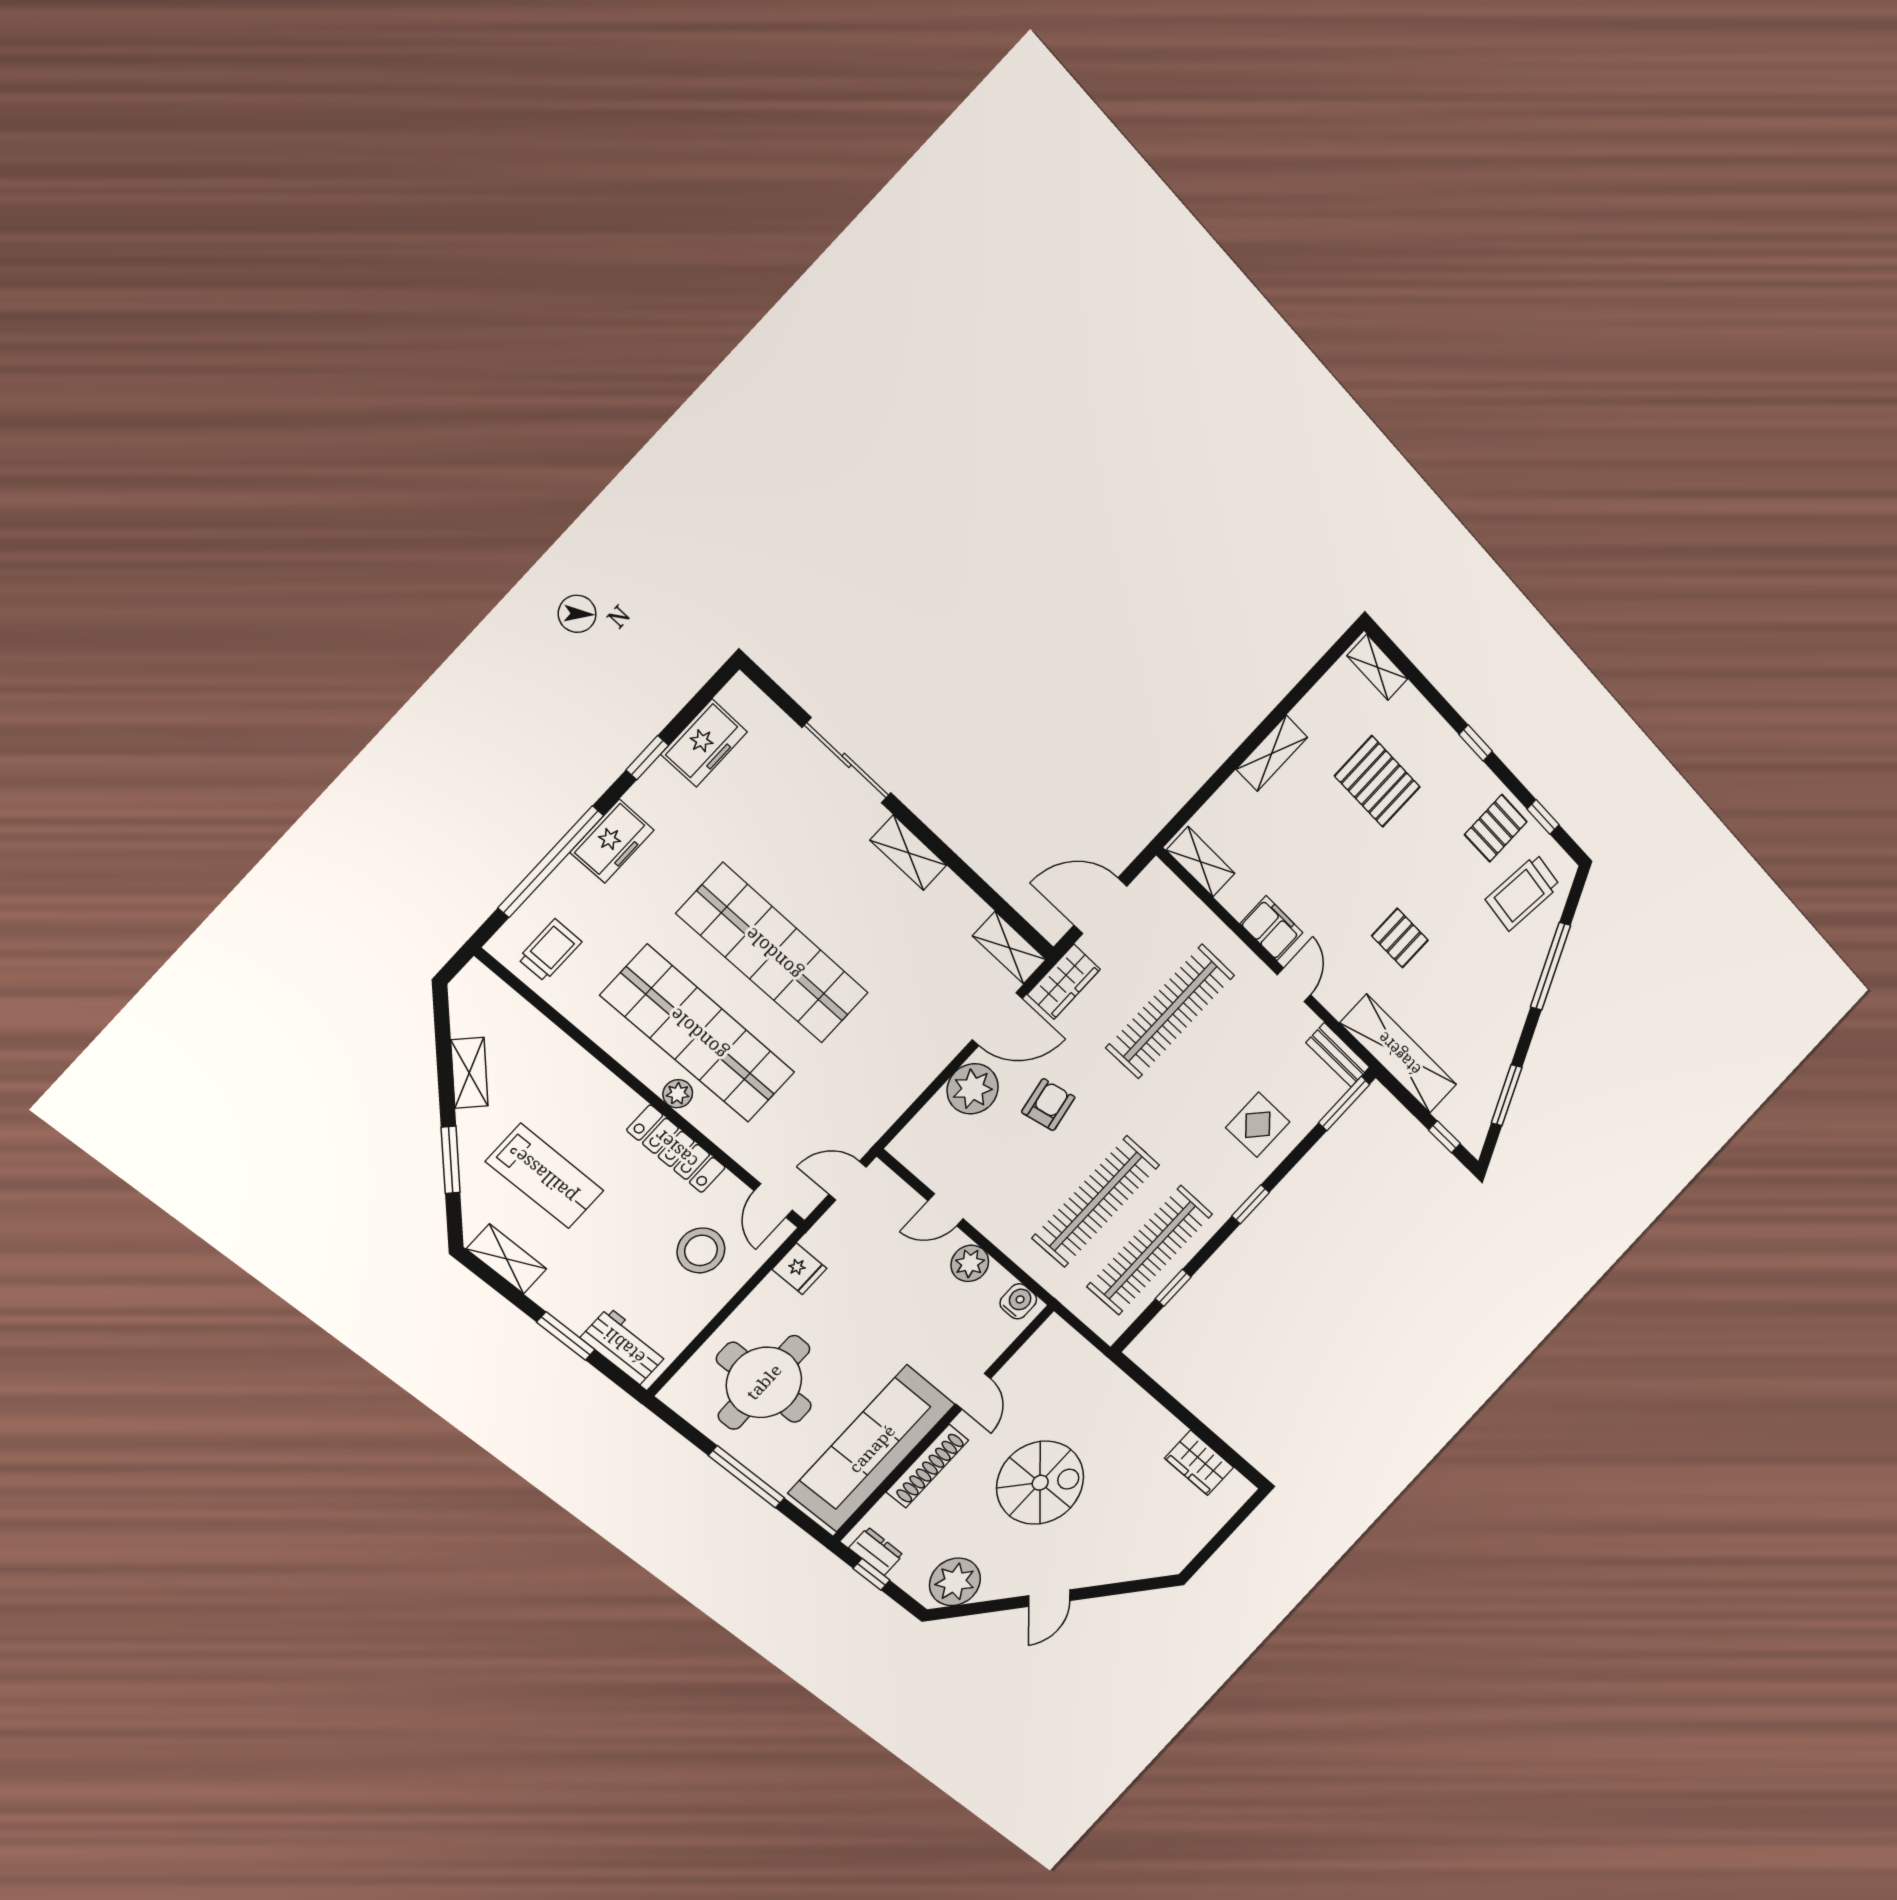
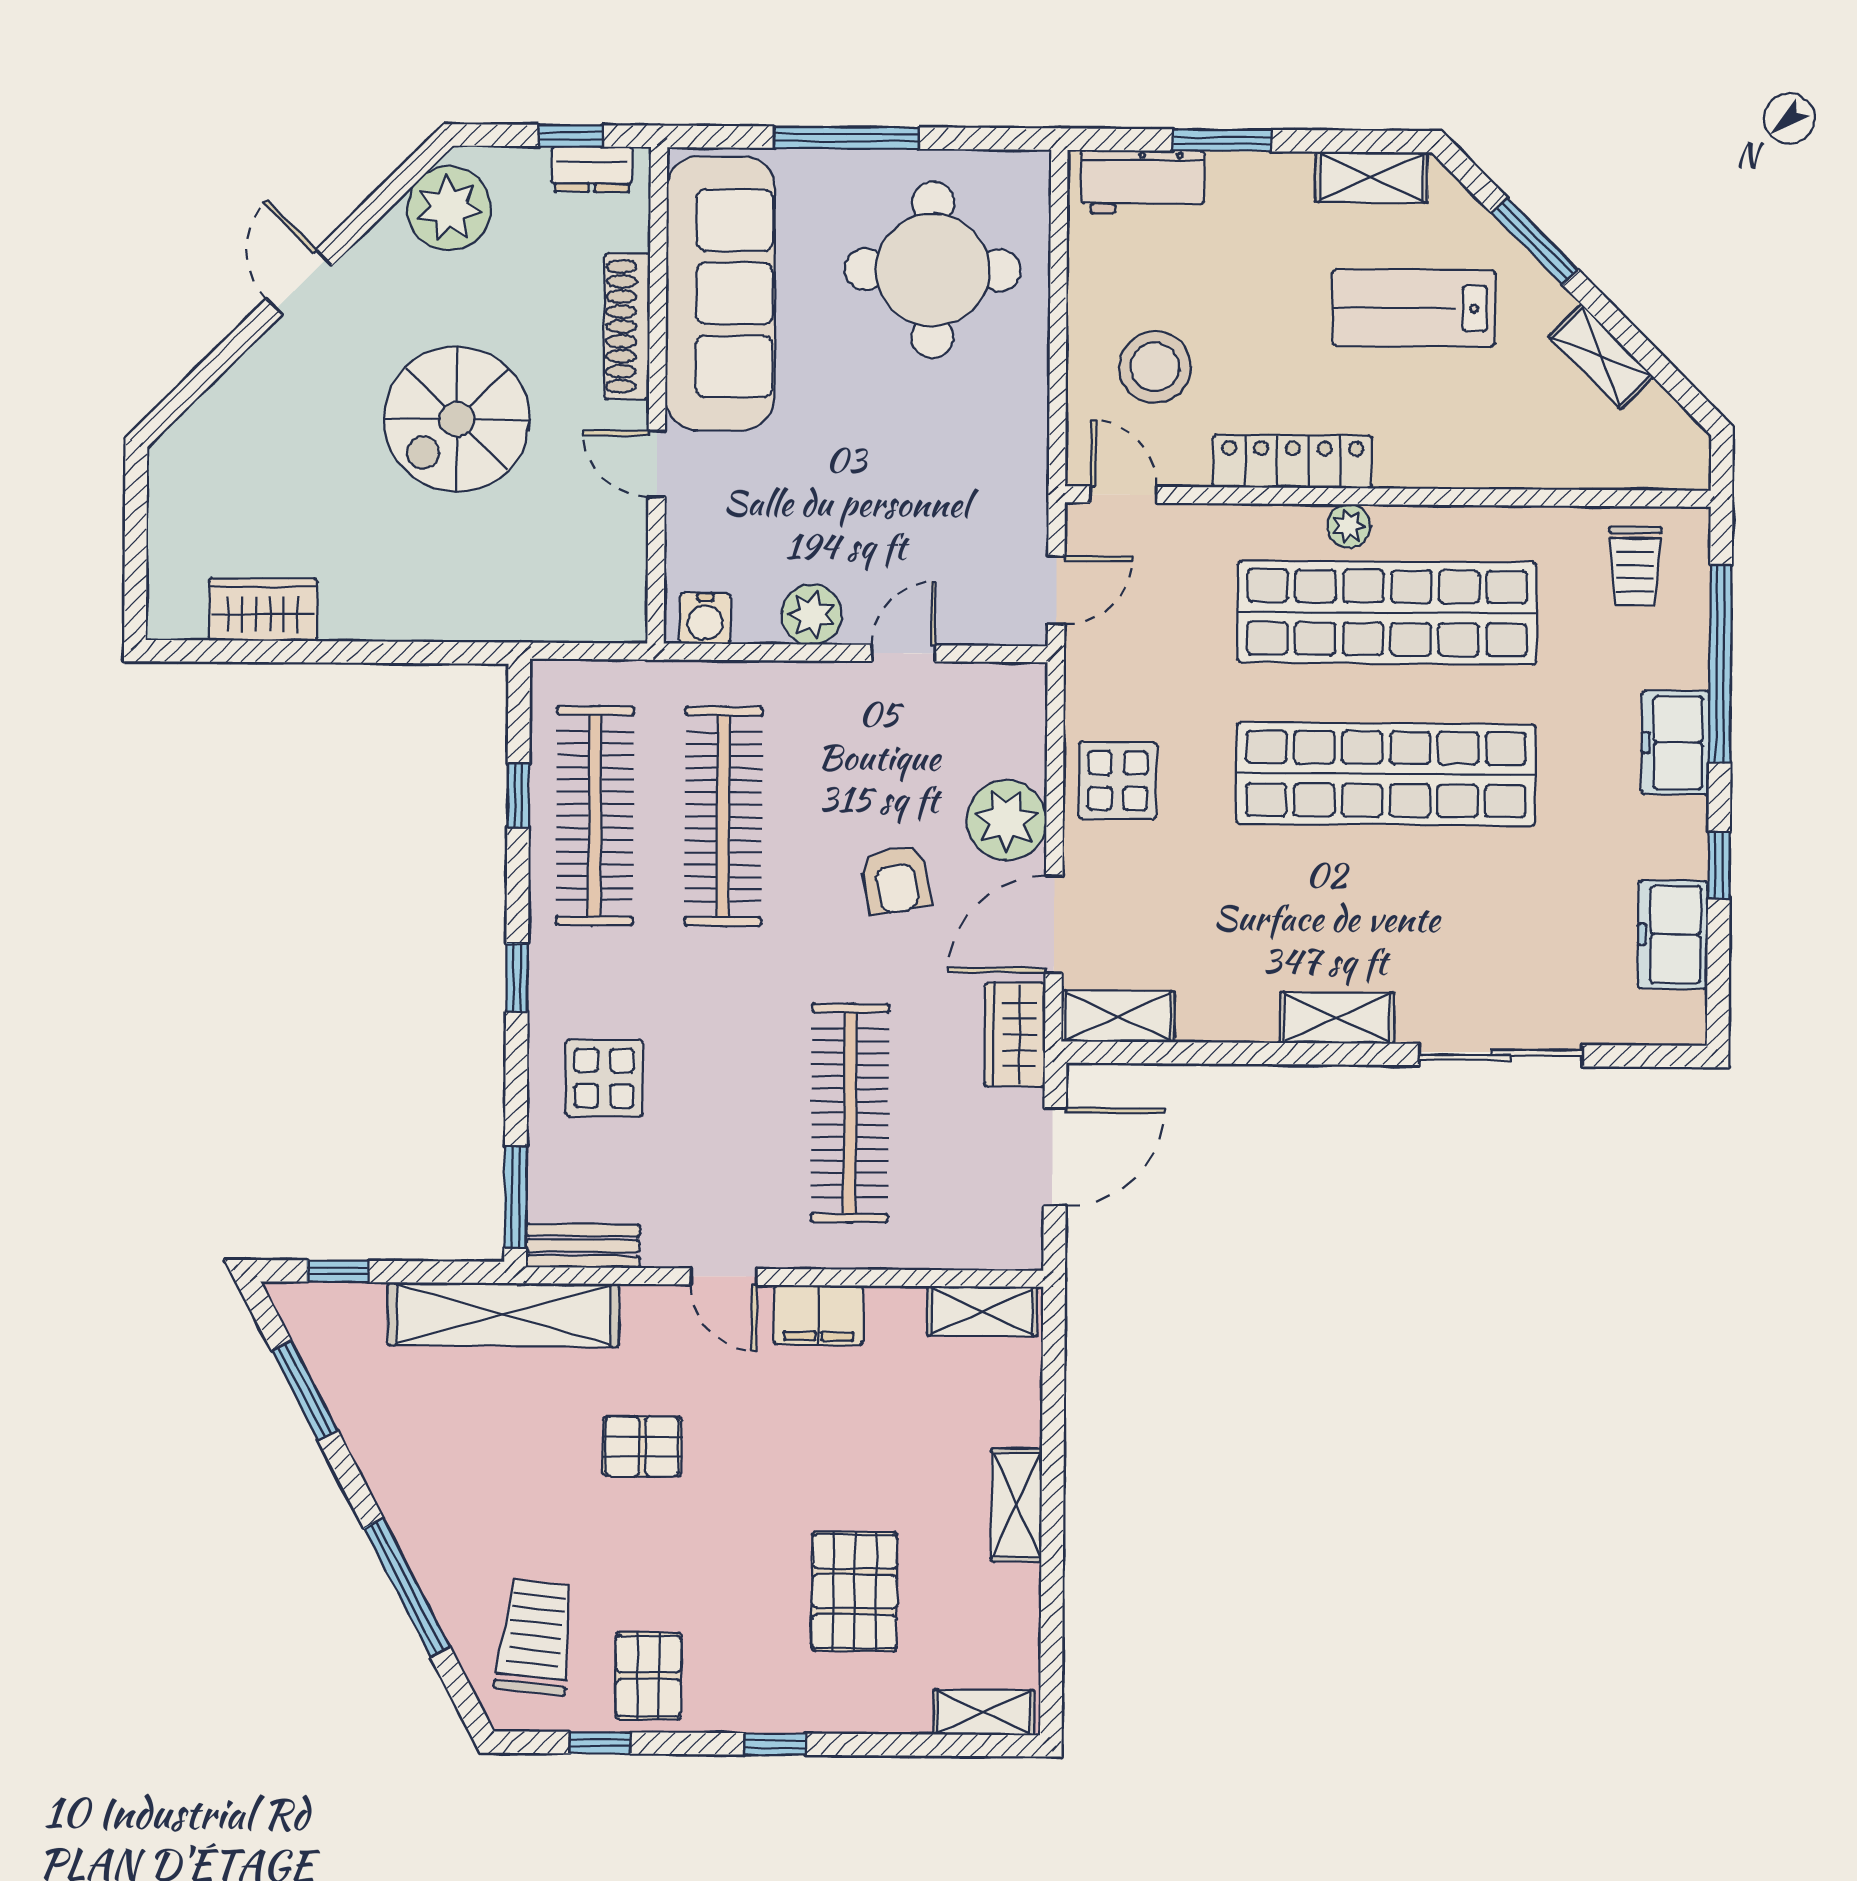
pallet: (1377, 781) -> (854, 1592), turned 90
display table: (904, 1063) -> (1118, 781), added
fridge: (799, 1269) -> (1017, 440), removed

